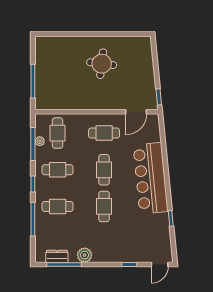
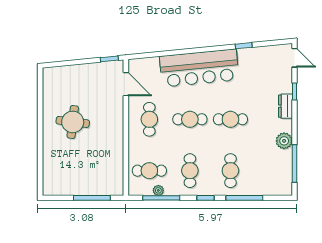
dresser: (57, 256) -> (285, 106), moved

